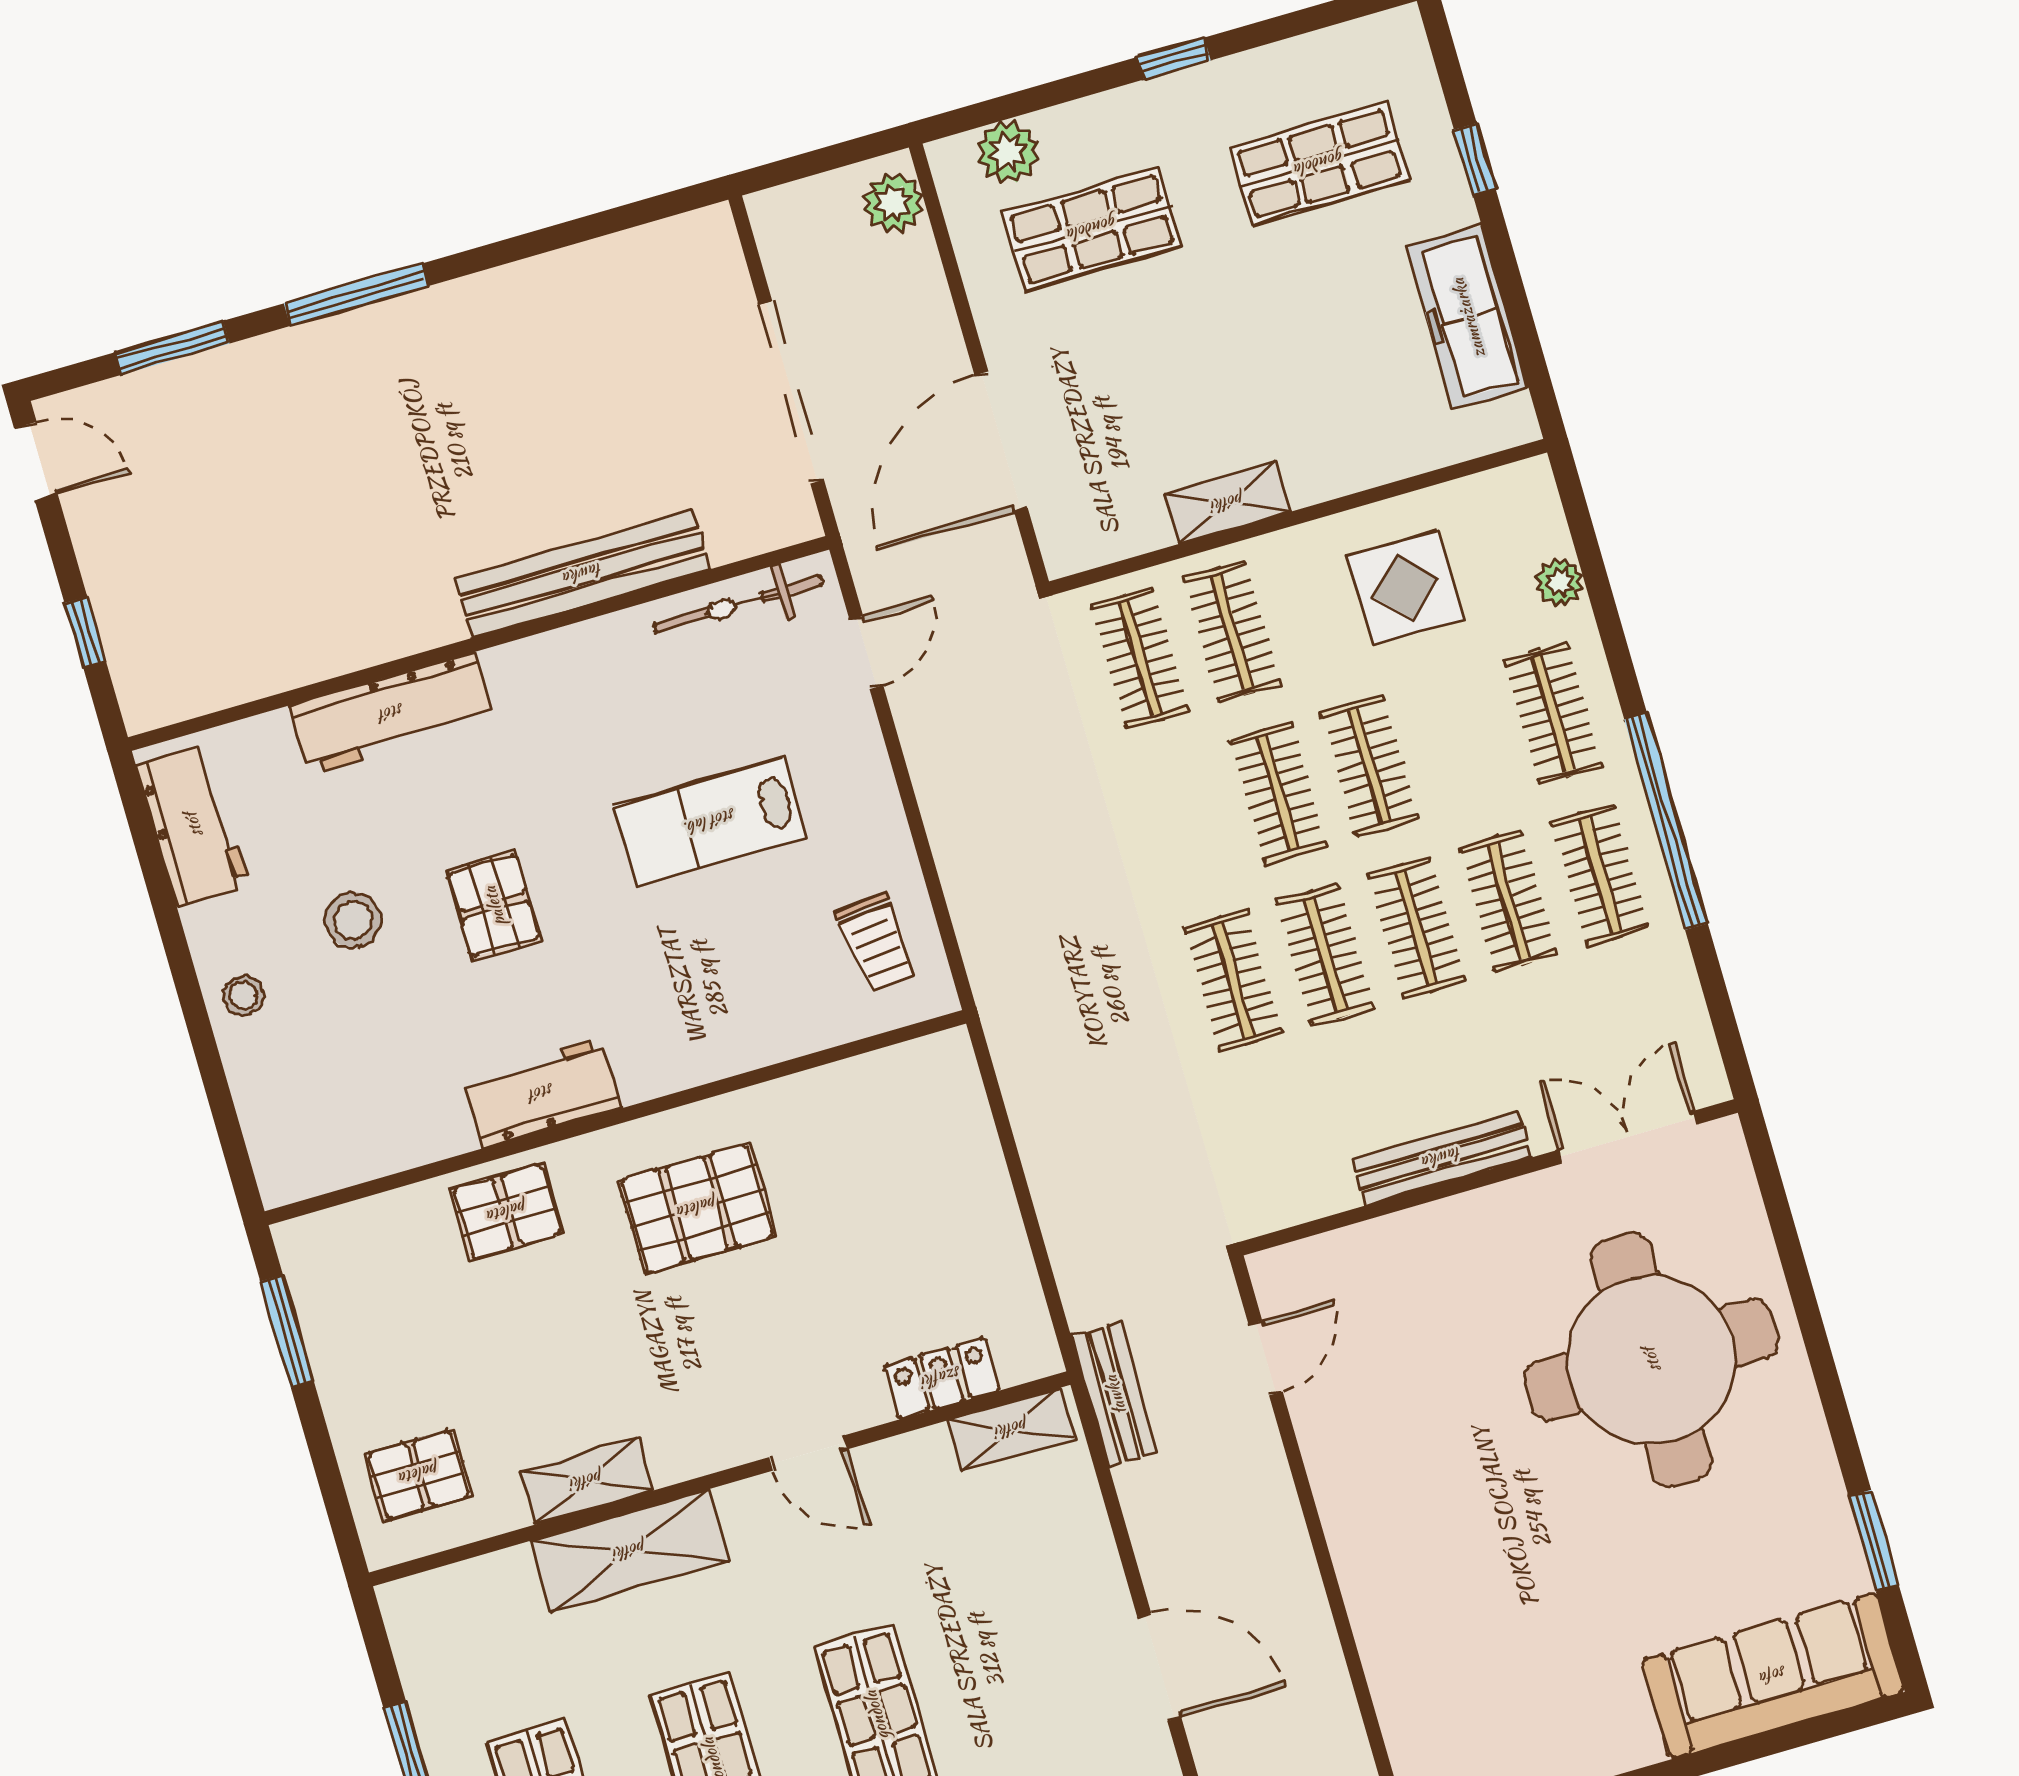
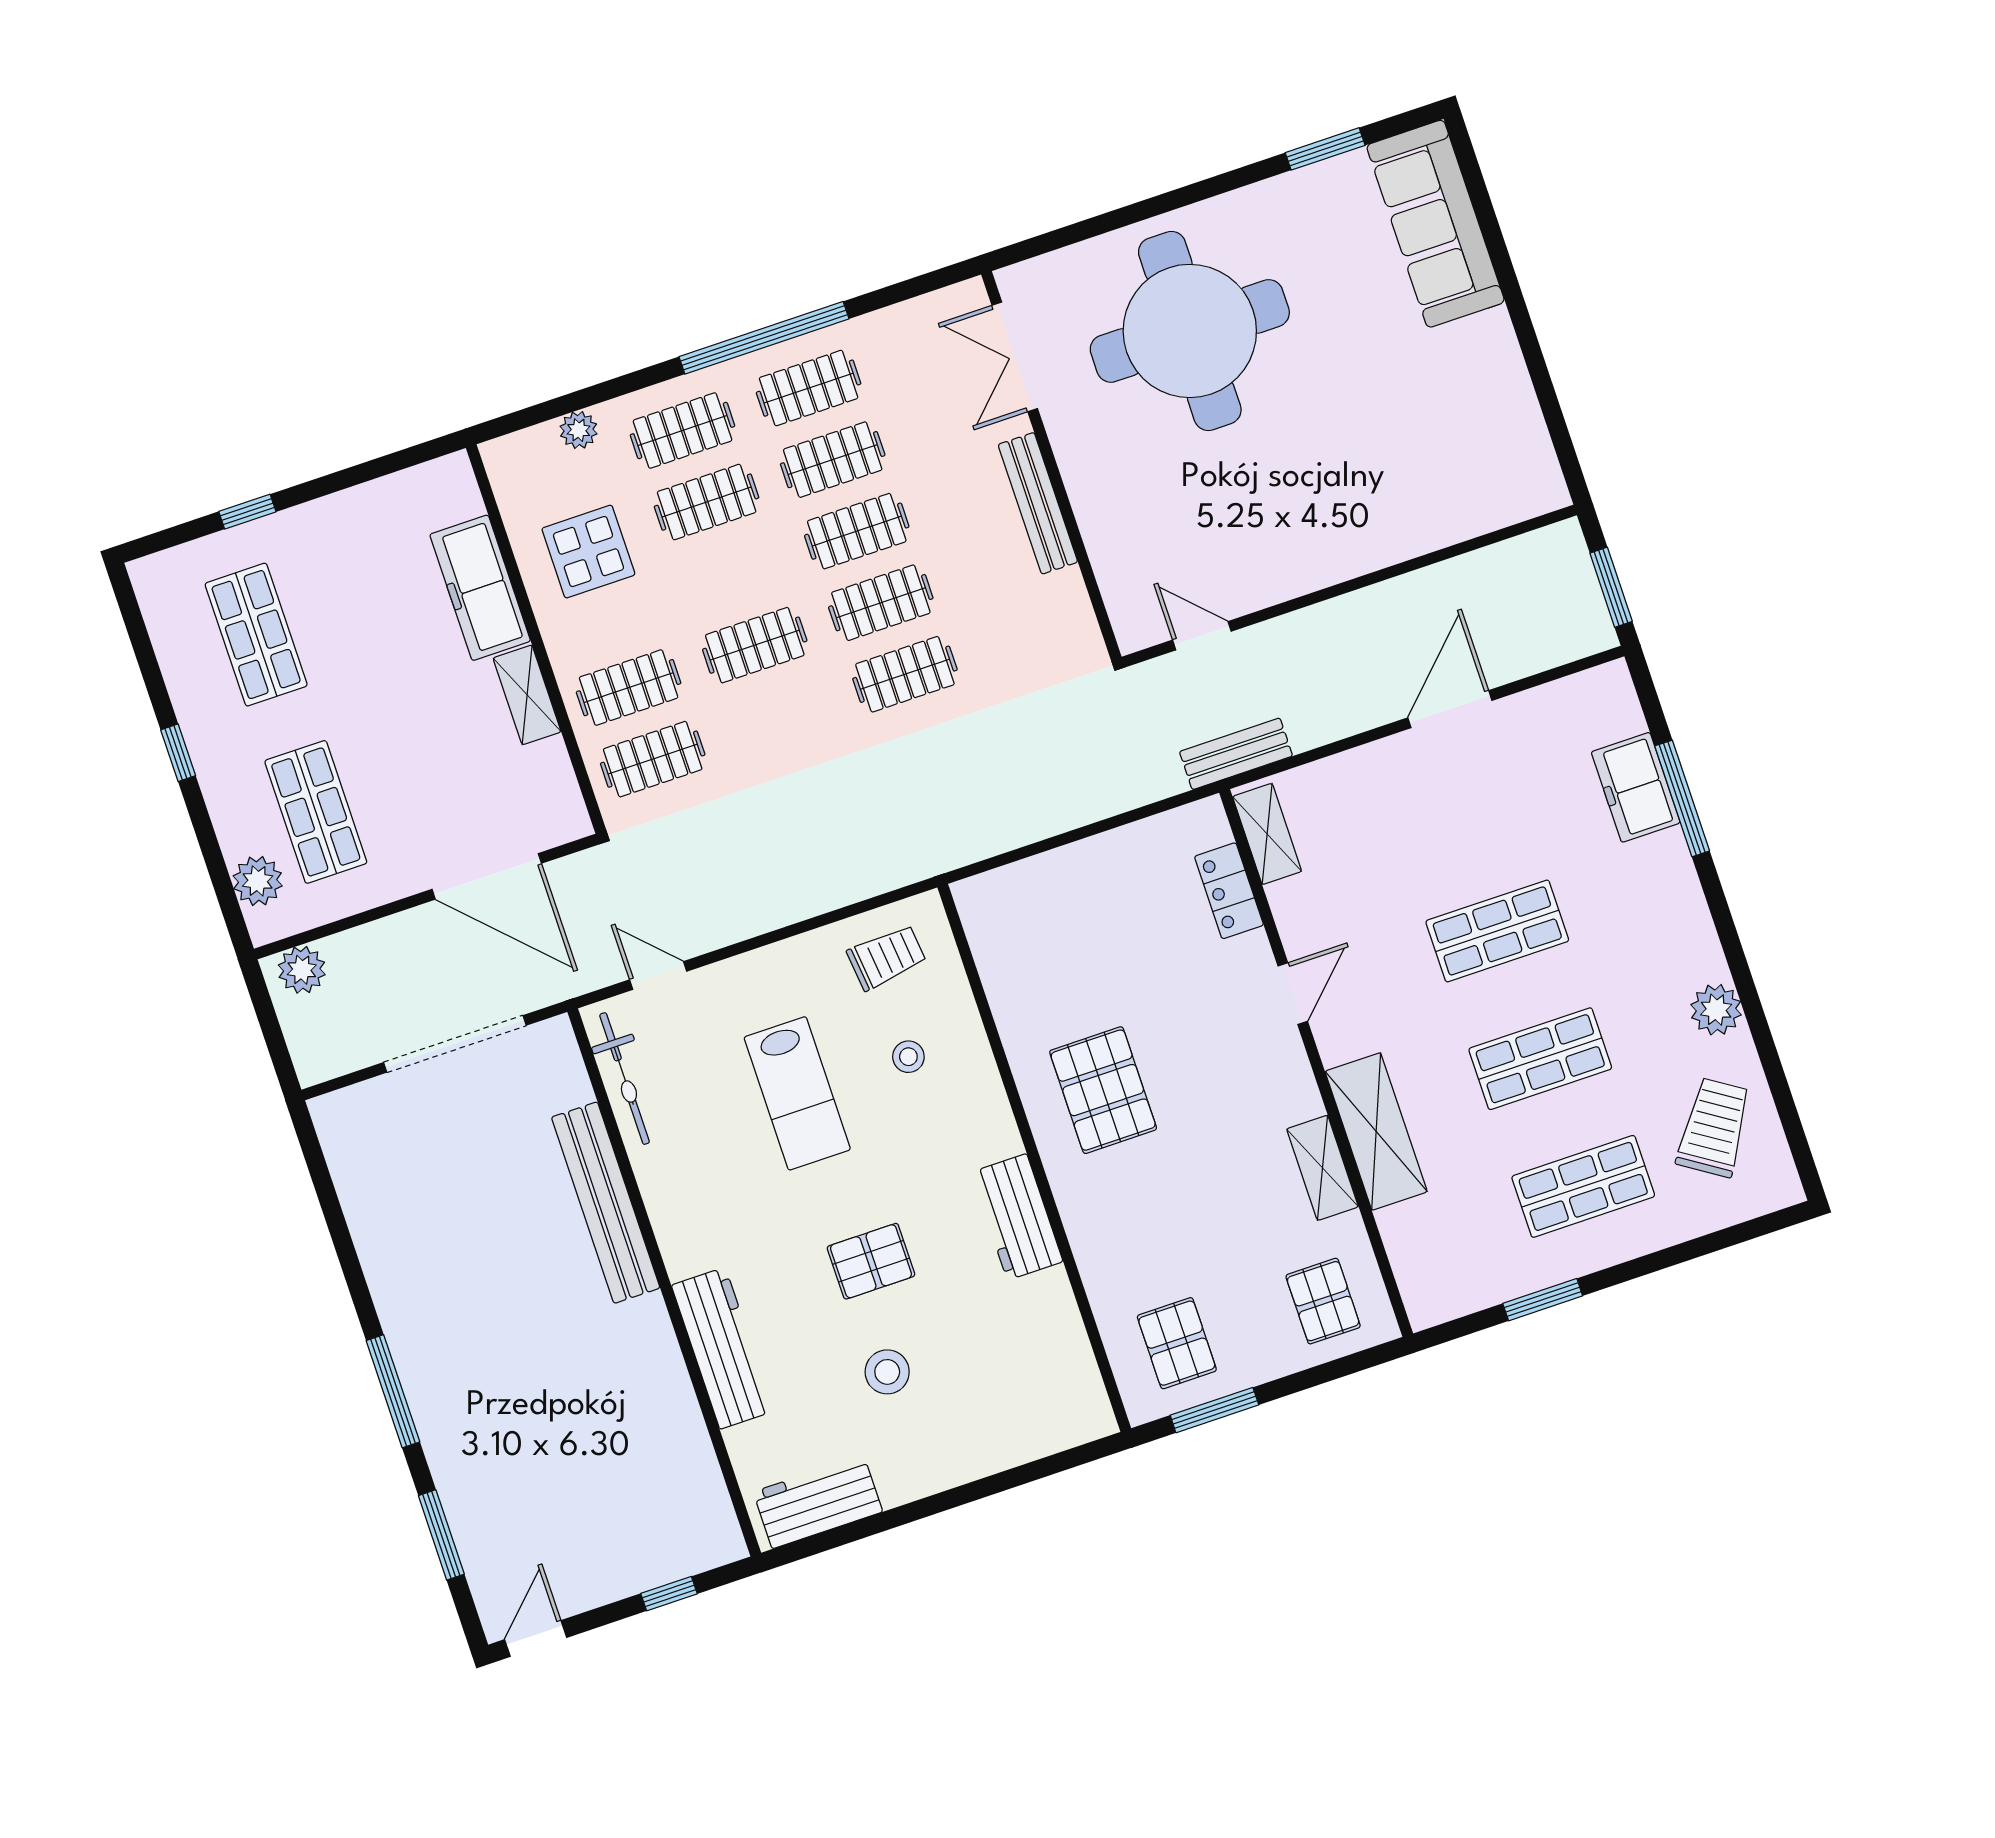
freezer: (1468, 318) -> (480, 588), moved, turned 90
clothes rail: (1370, 766) -> (707, 502), moved
stool: (243, 995) -> (908, 1057), moved
pallet: (507, 1212) -> (1177, 1343), moved

